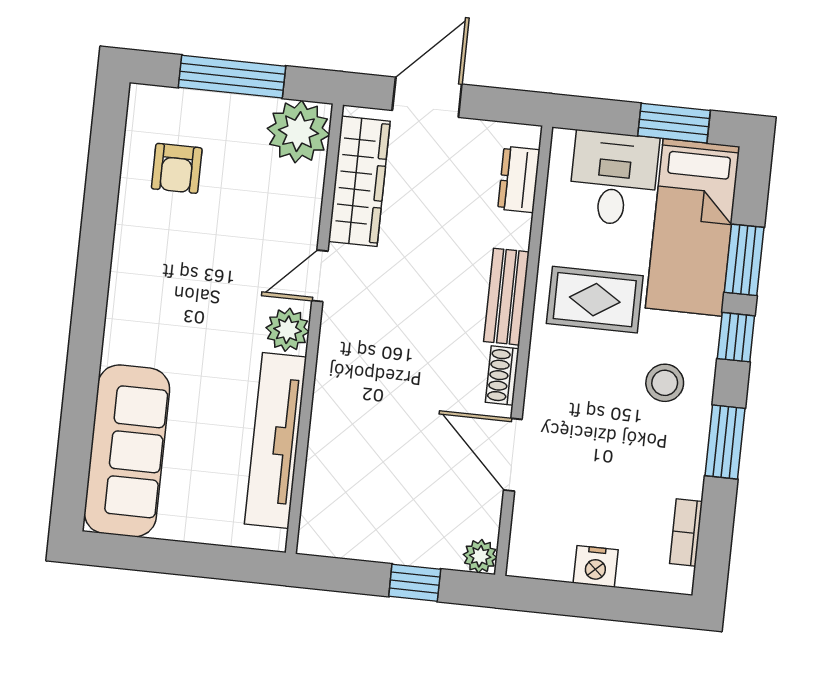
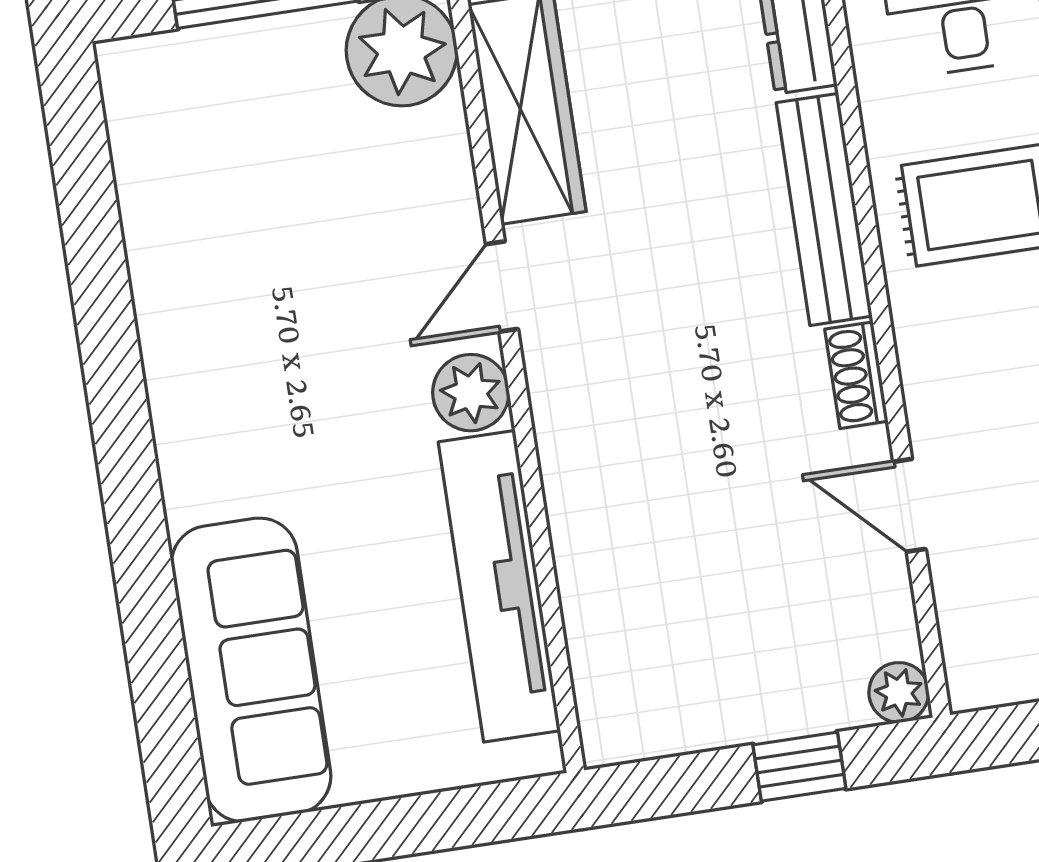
armchair: (177, 168) -> (211, 167), removed
bench: (506, 297) -> (824, 209), width x1.36
door: (513, 455) -> (909, 505), width x0.73

